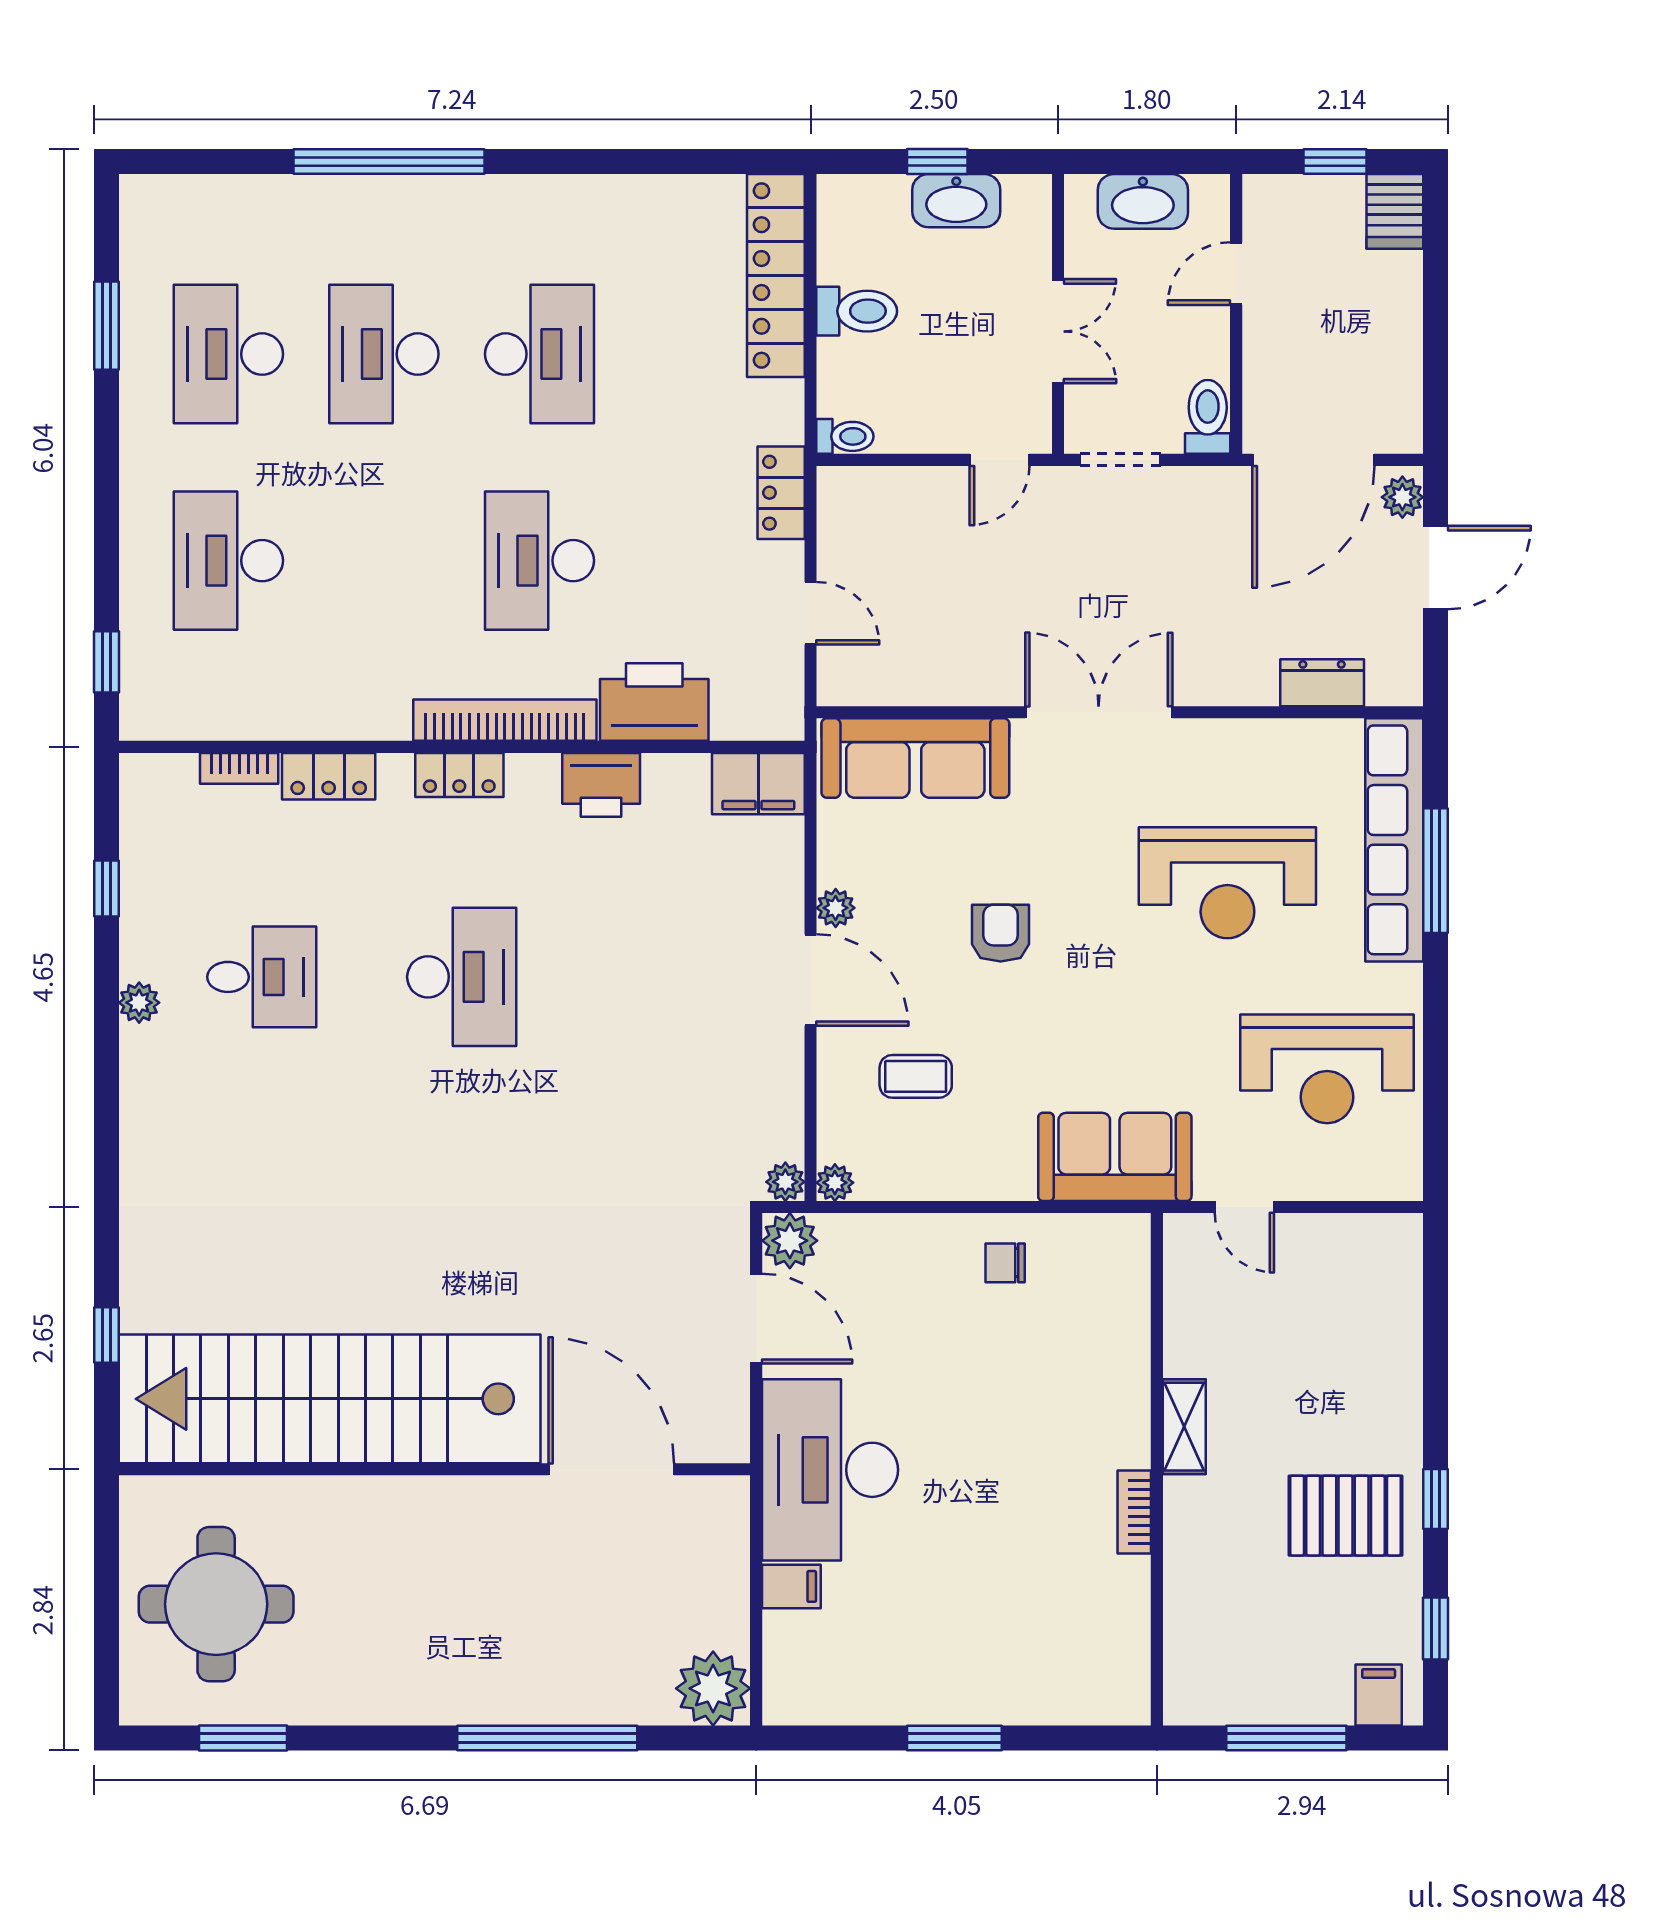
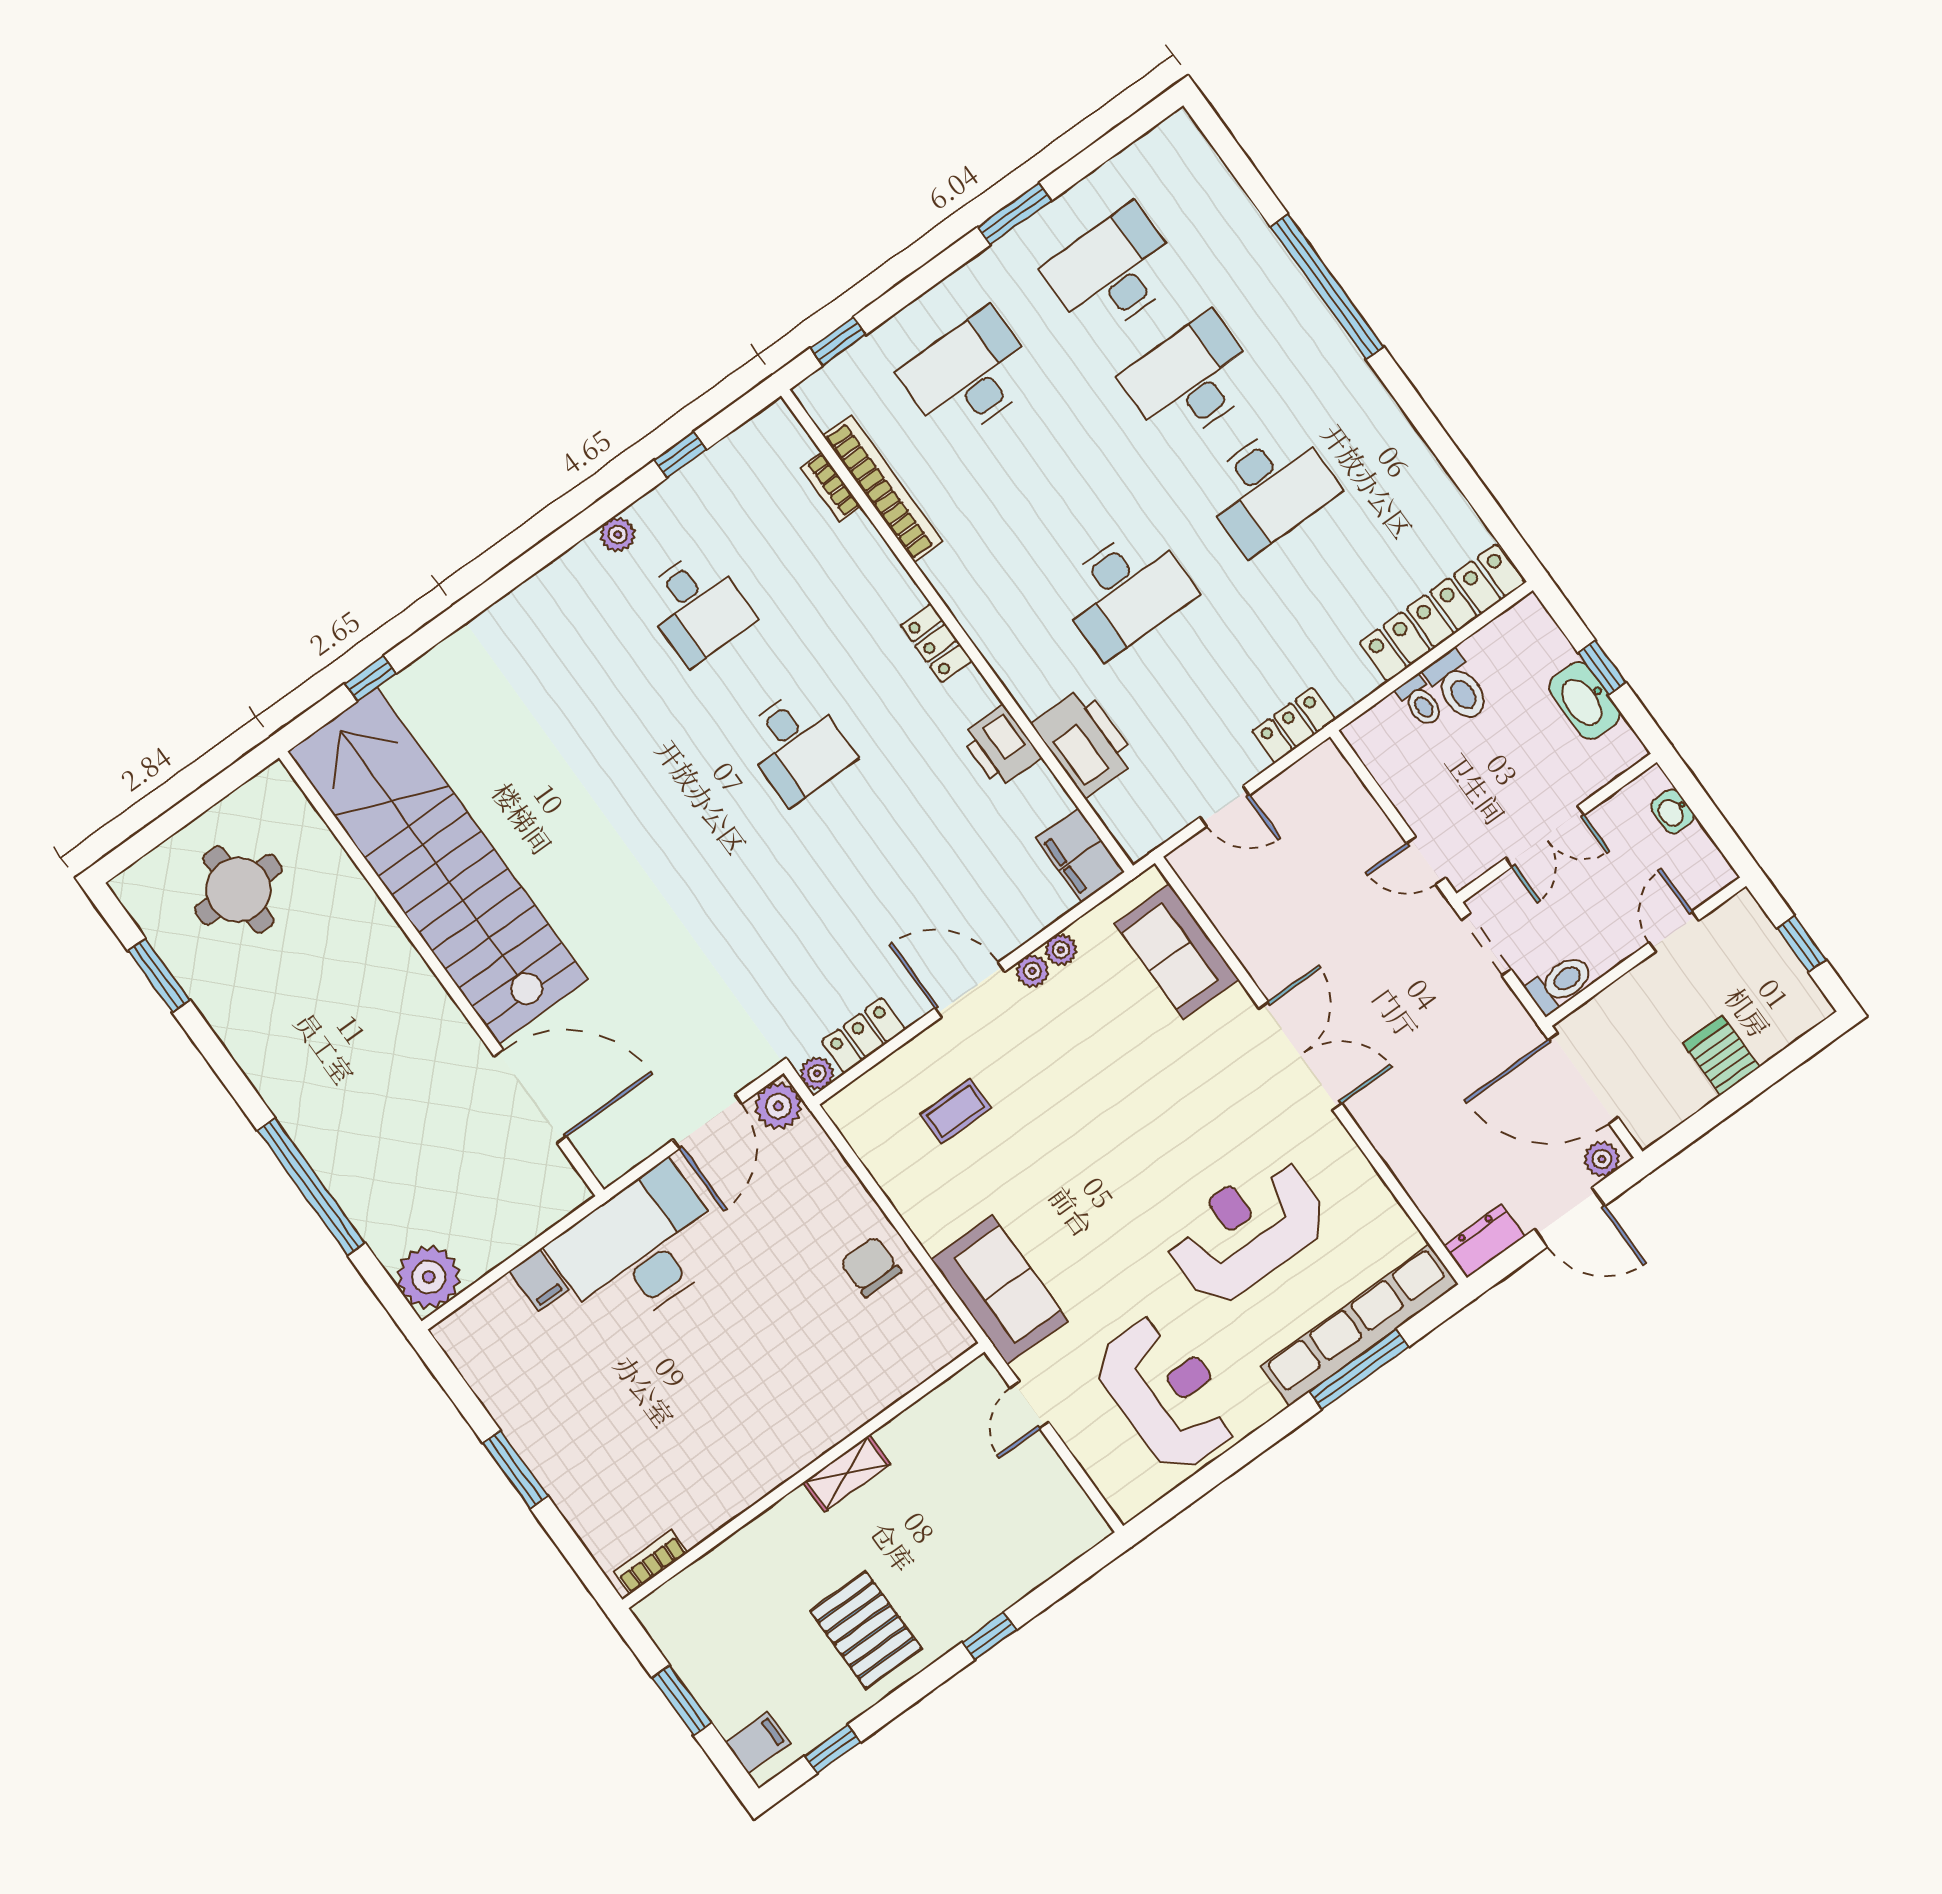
washbasin: (1143, 201) -> (1672, 811), width x0.52, depth x0.69
server rack: (1395, 211) -> (1721, 1055), moved, turned 90
door: (1236, 274) -> (1674, 931), hinge flipped
window: (106, 326) -> (1015, 214), moved
toilet: (845, 436) -> (1420, 701), moved
desk: (539, 561) -> (1125, 591), turned 180
door: (811, 613) -> (1225, 806), hinge flipped
dresser: (1322, 683) -> (1484, 1241), moved, turned -90
bookcase: (505, 720) -> (883, 489), moved
sofa: (915, 758) -> (1177, 951), width x0.73
locker: (329, 776) -> (863, 1036), moved, turned 90
reception desk: (1227, 883) -> (1246, 1231), turned 90
armchair: (1001, 933) -> (1098, 1098), removed
desk: (462, 977) -> (797, 746), width x0.73
door: (811, 980) -> (970, 990), swing flipped
reception desk: (1327, 1069) -> (1167, 1393), turned 180
coffee table: (916, 1076) -> (956, 1111), turned 90
plant: (835, 1183) -> (1061, 950), moved
chair: (1005, 1263) -> (871, 1267), width x1.37, depth x1.37
door: (611, 1469) -> (530, 1097), hinge flipped
window: (1436, 1499) -> (989, 1636), moved
bookcase: (1134, 1512) -> (651, 1562), moved
round table: (216, 1604) -> (238, 890), width x0.73, depth x0.73
window: (1286, 1738) -> (682, 1700), width x0.69

